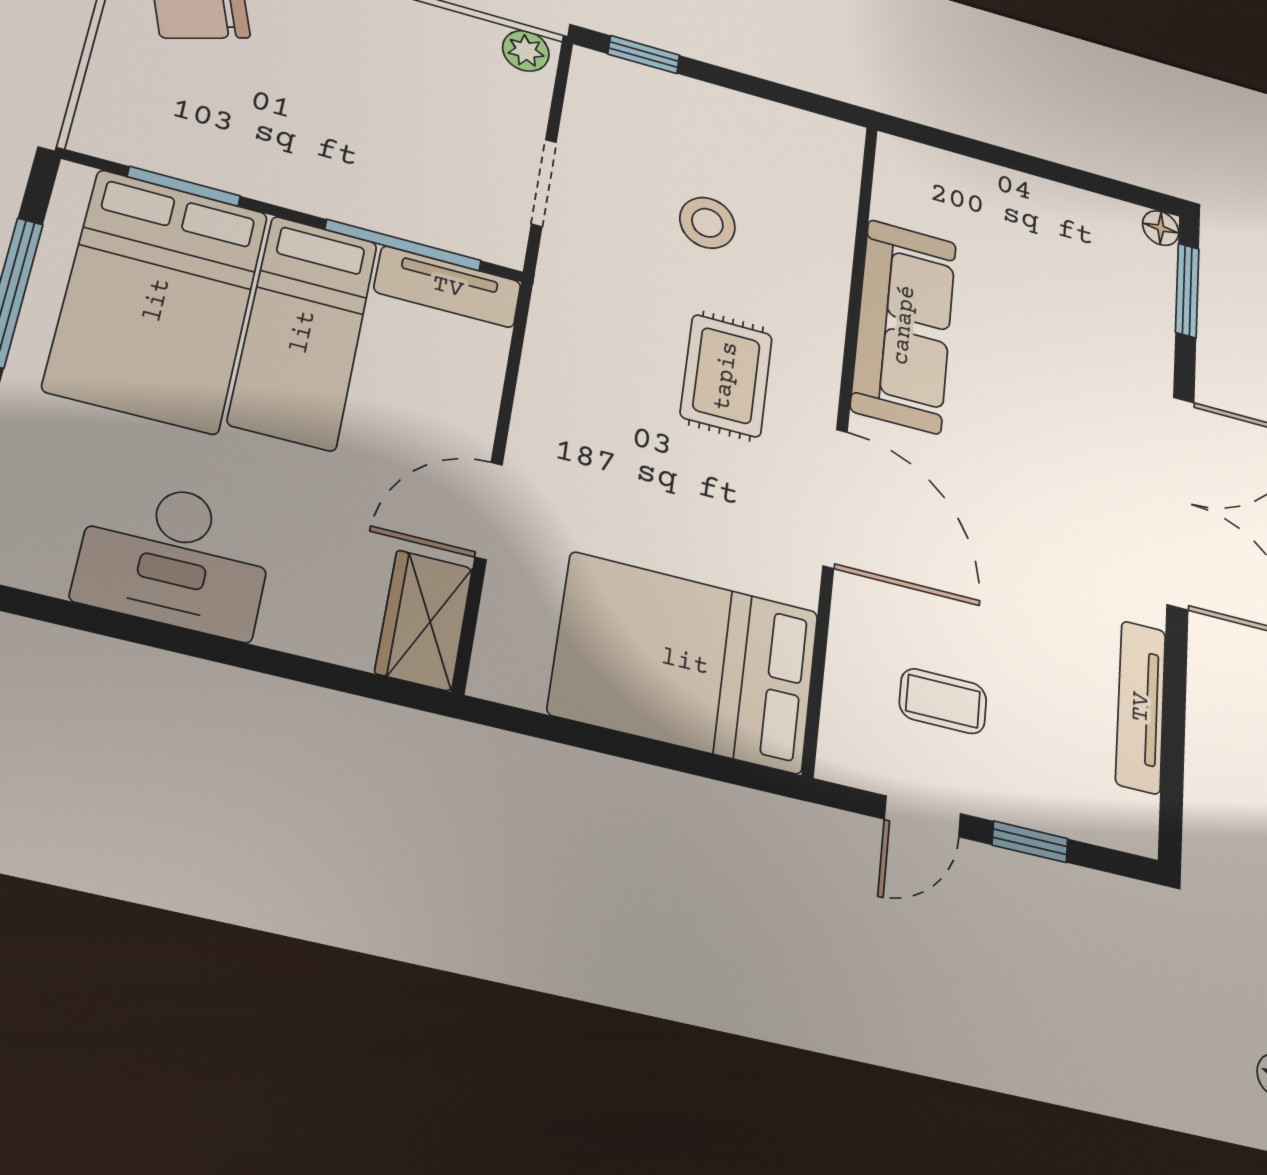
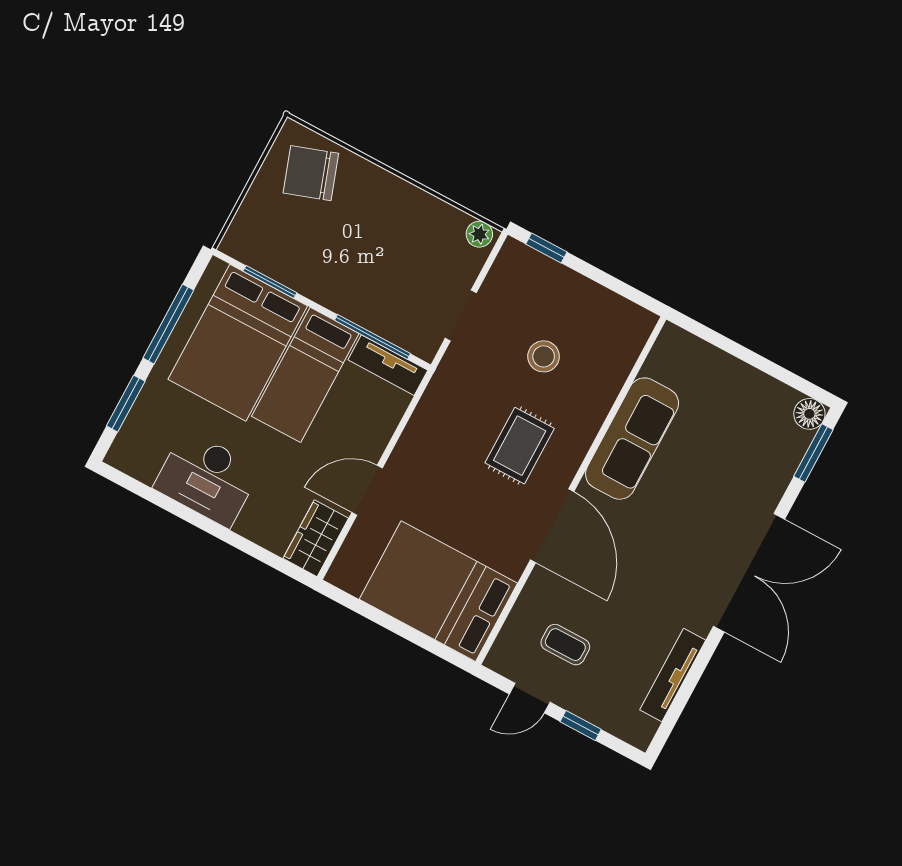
floor lamp: (1161, 228) -> (809, 414), width x1.37, depth x1.37

